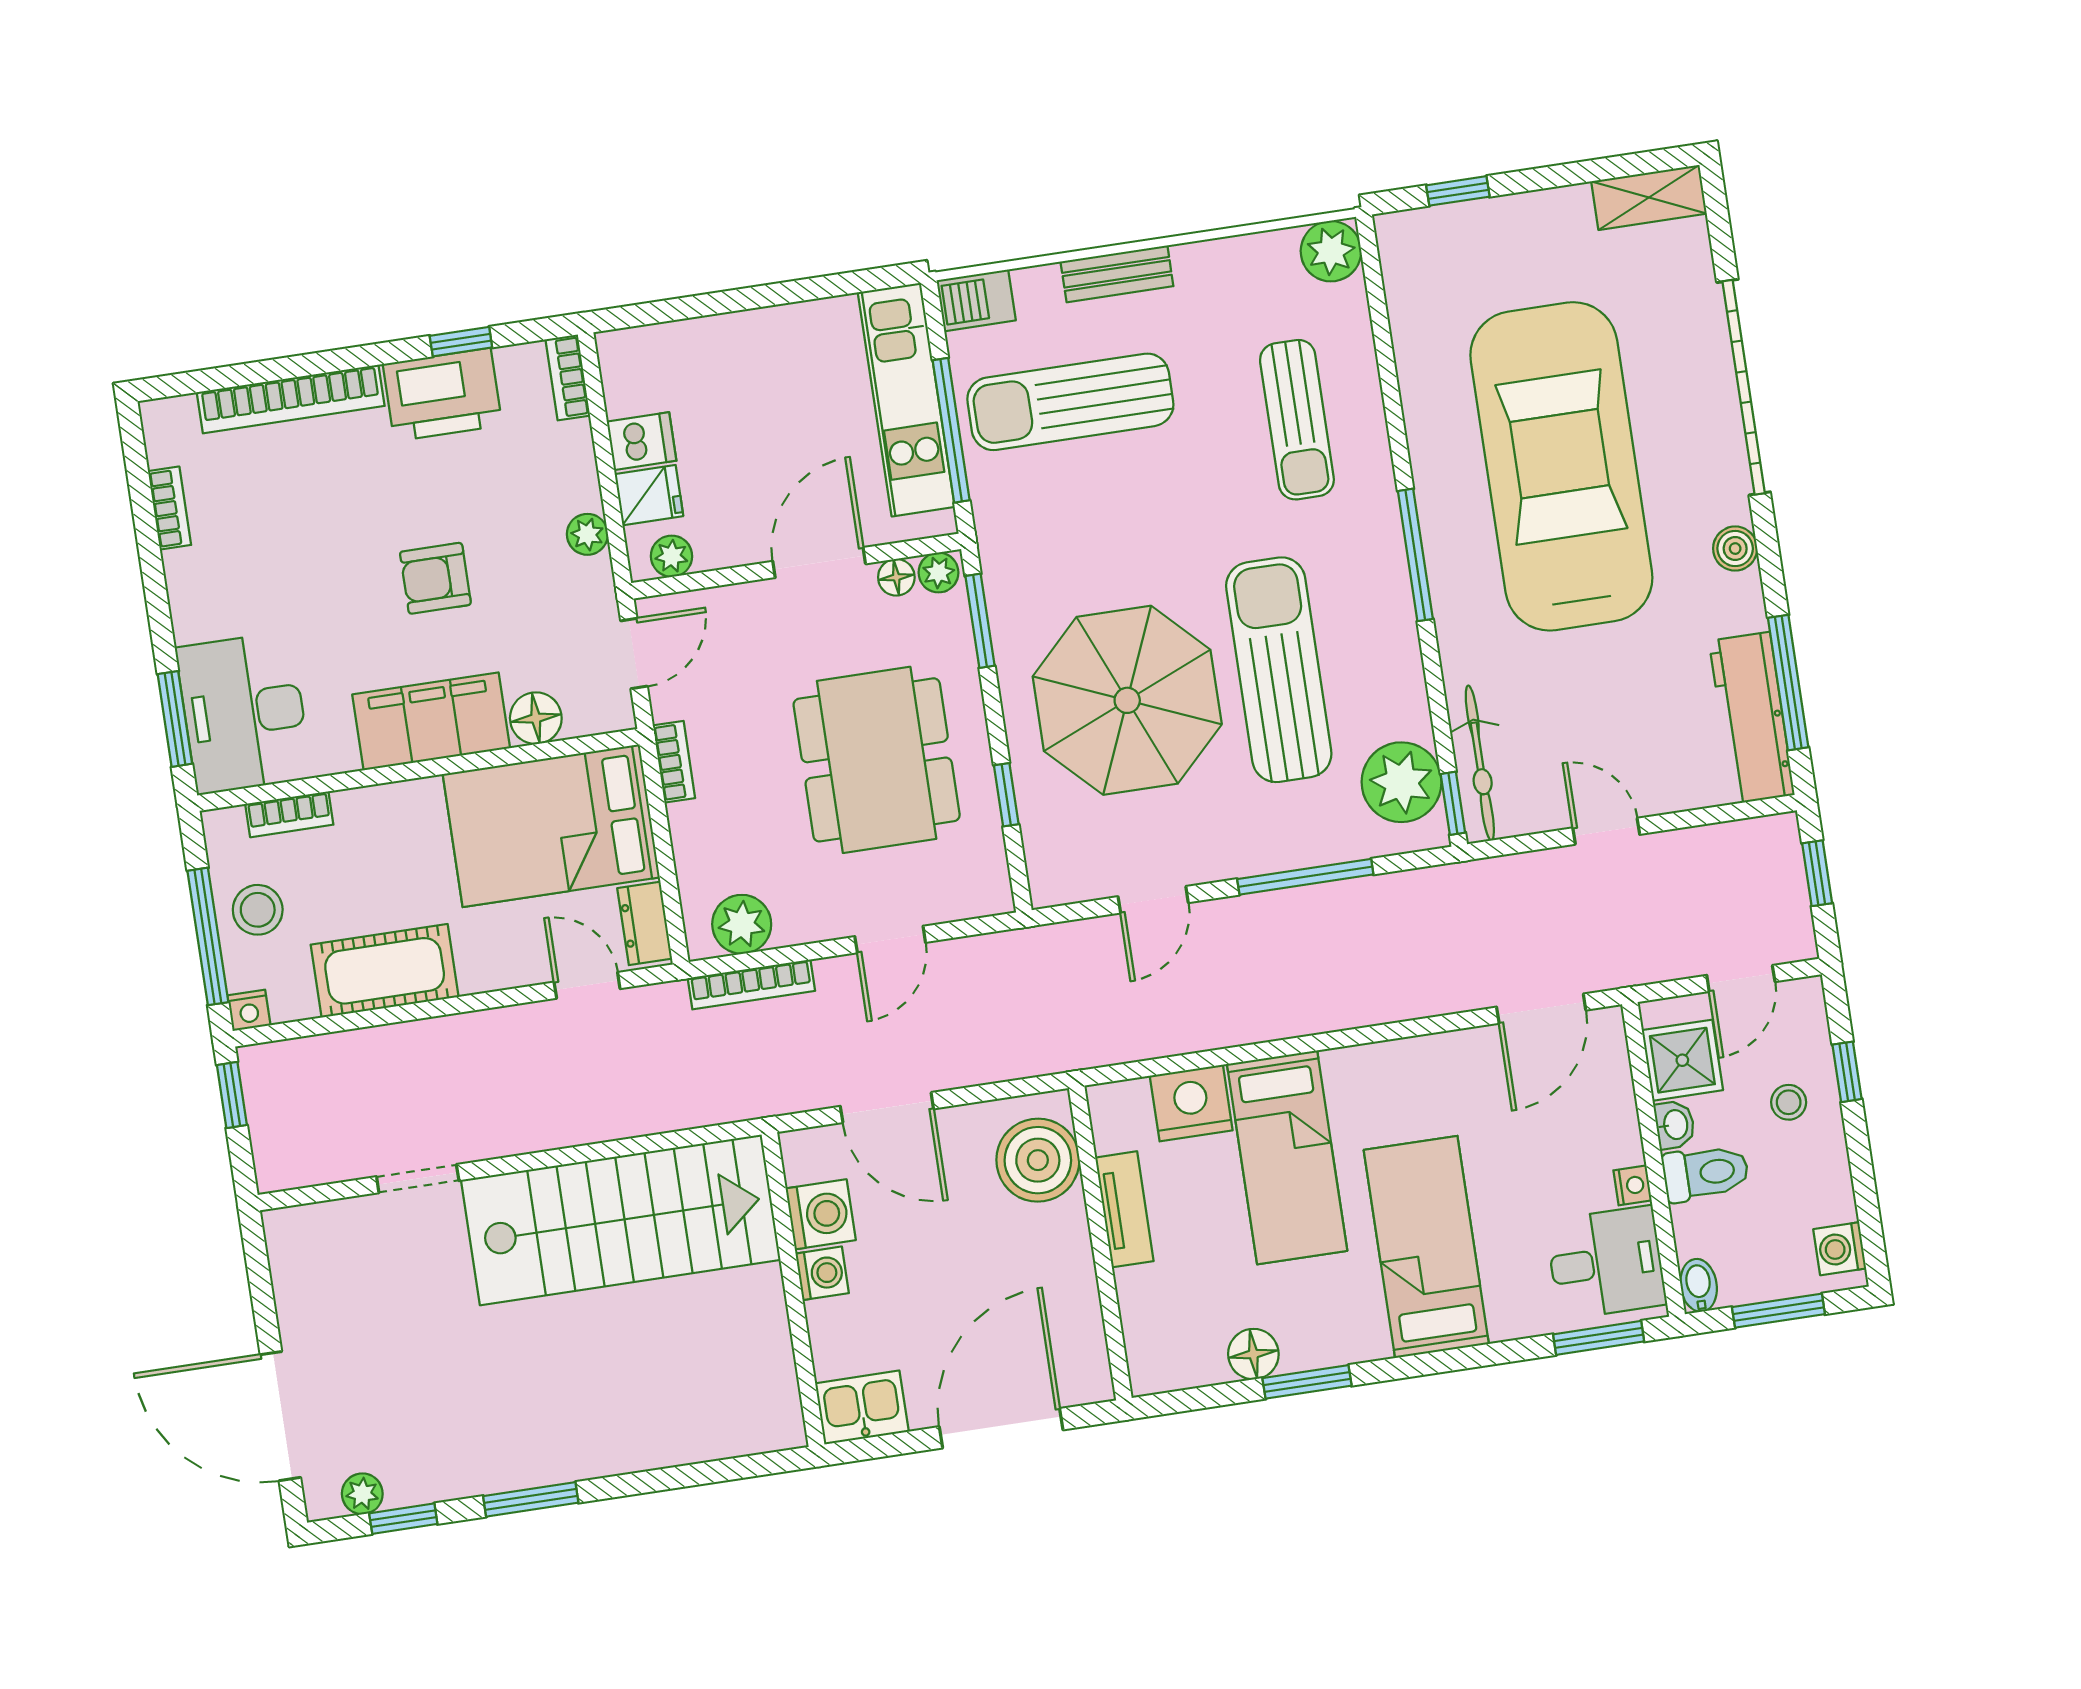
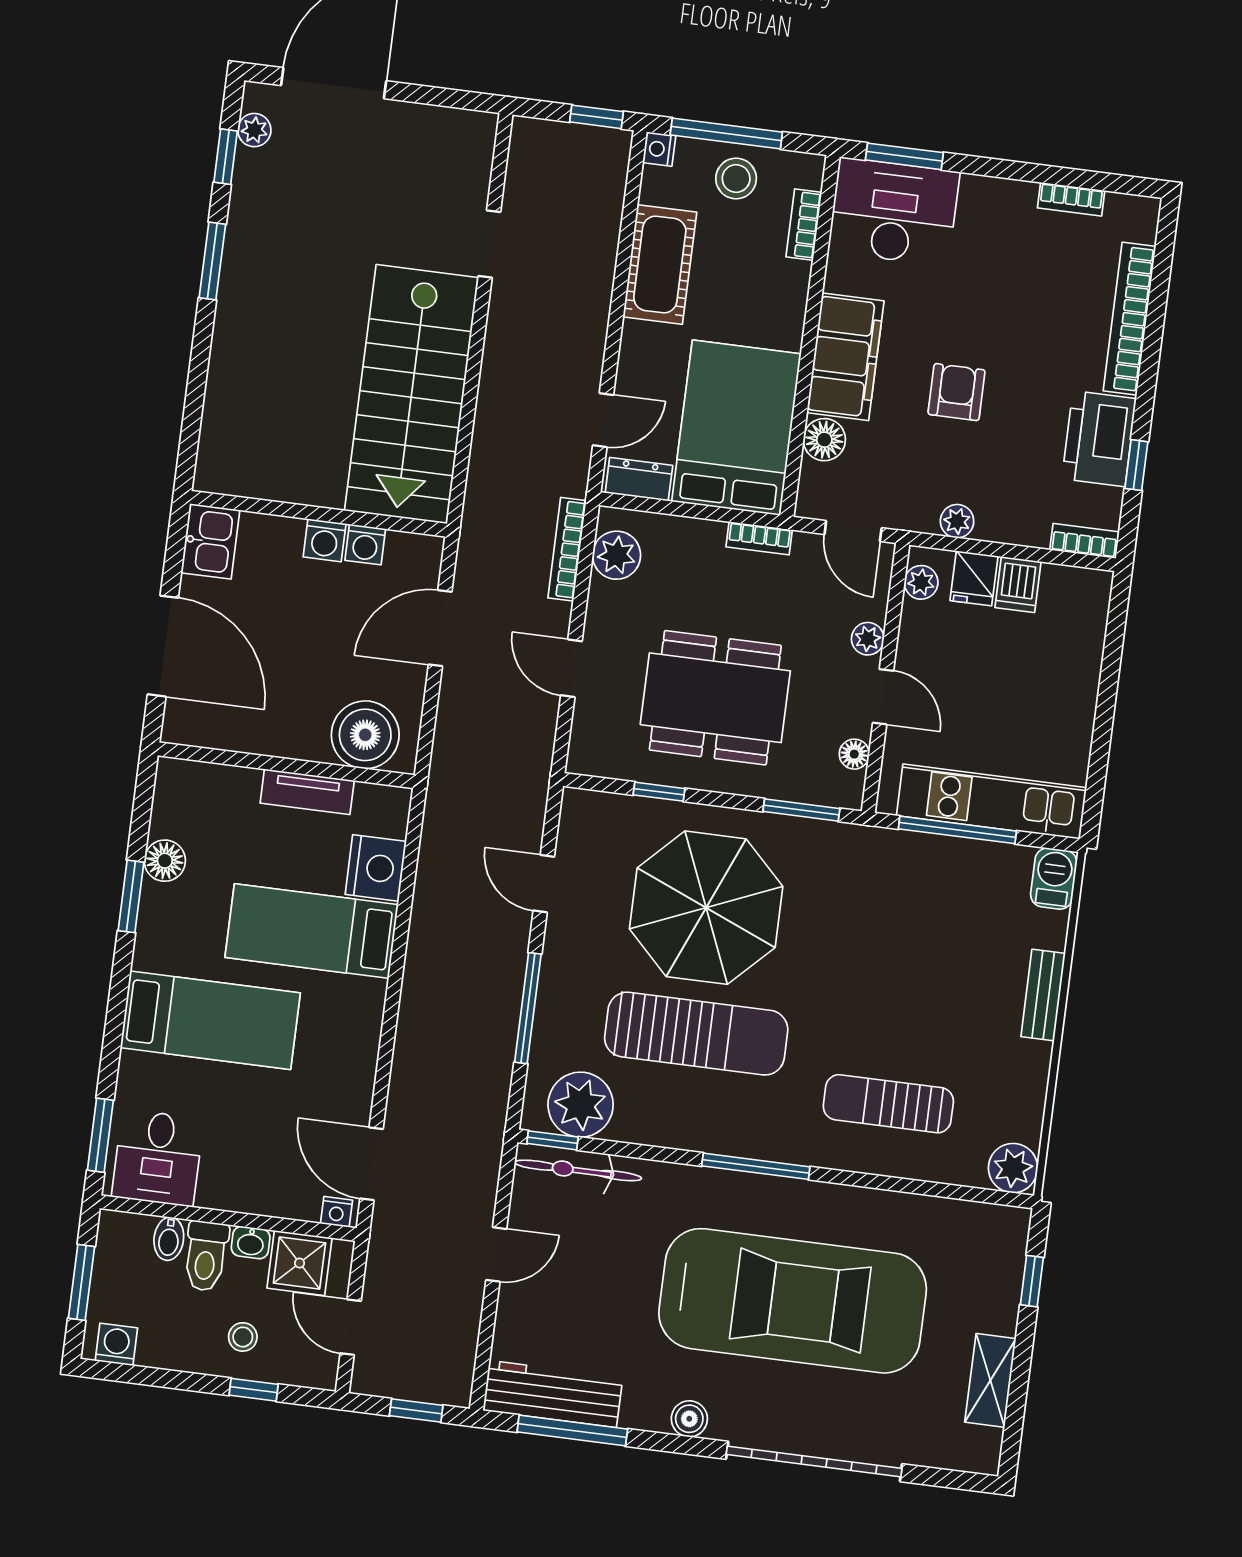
shelving: (1649, 197) -> (990, 1380), moved
sun lounger: (1070, 402) -> (953, 930), removed
door: (819, 563) -> (883, 697), width x0.73
plant: (939, 573) -> (868, 639), moved
nightstand: (1632, 1185) -> (336, 1212), moved
washing machine: (821, 1214) -> (365, 545), width x0.73, depth x0.73
bidet: (1699, 1285) -> (169, 1239), moved, turned 90

